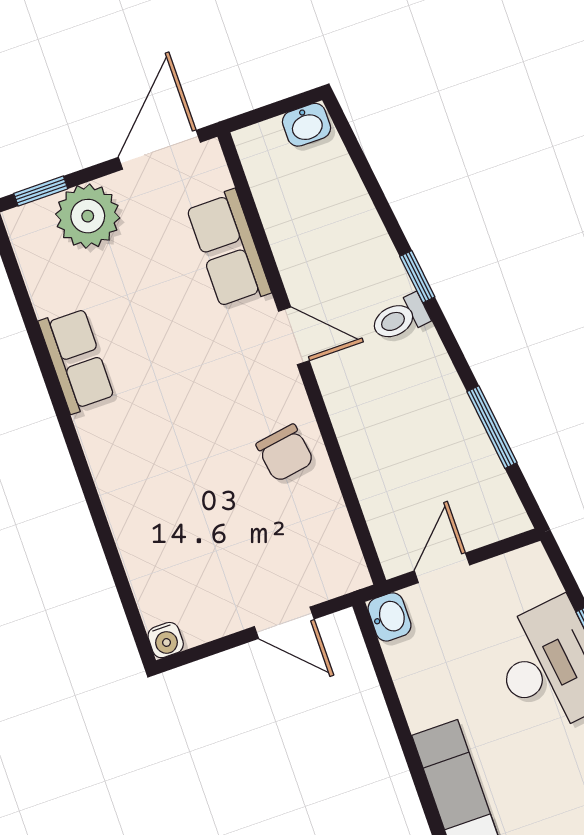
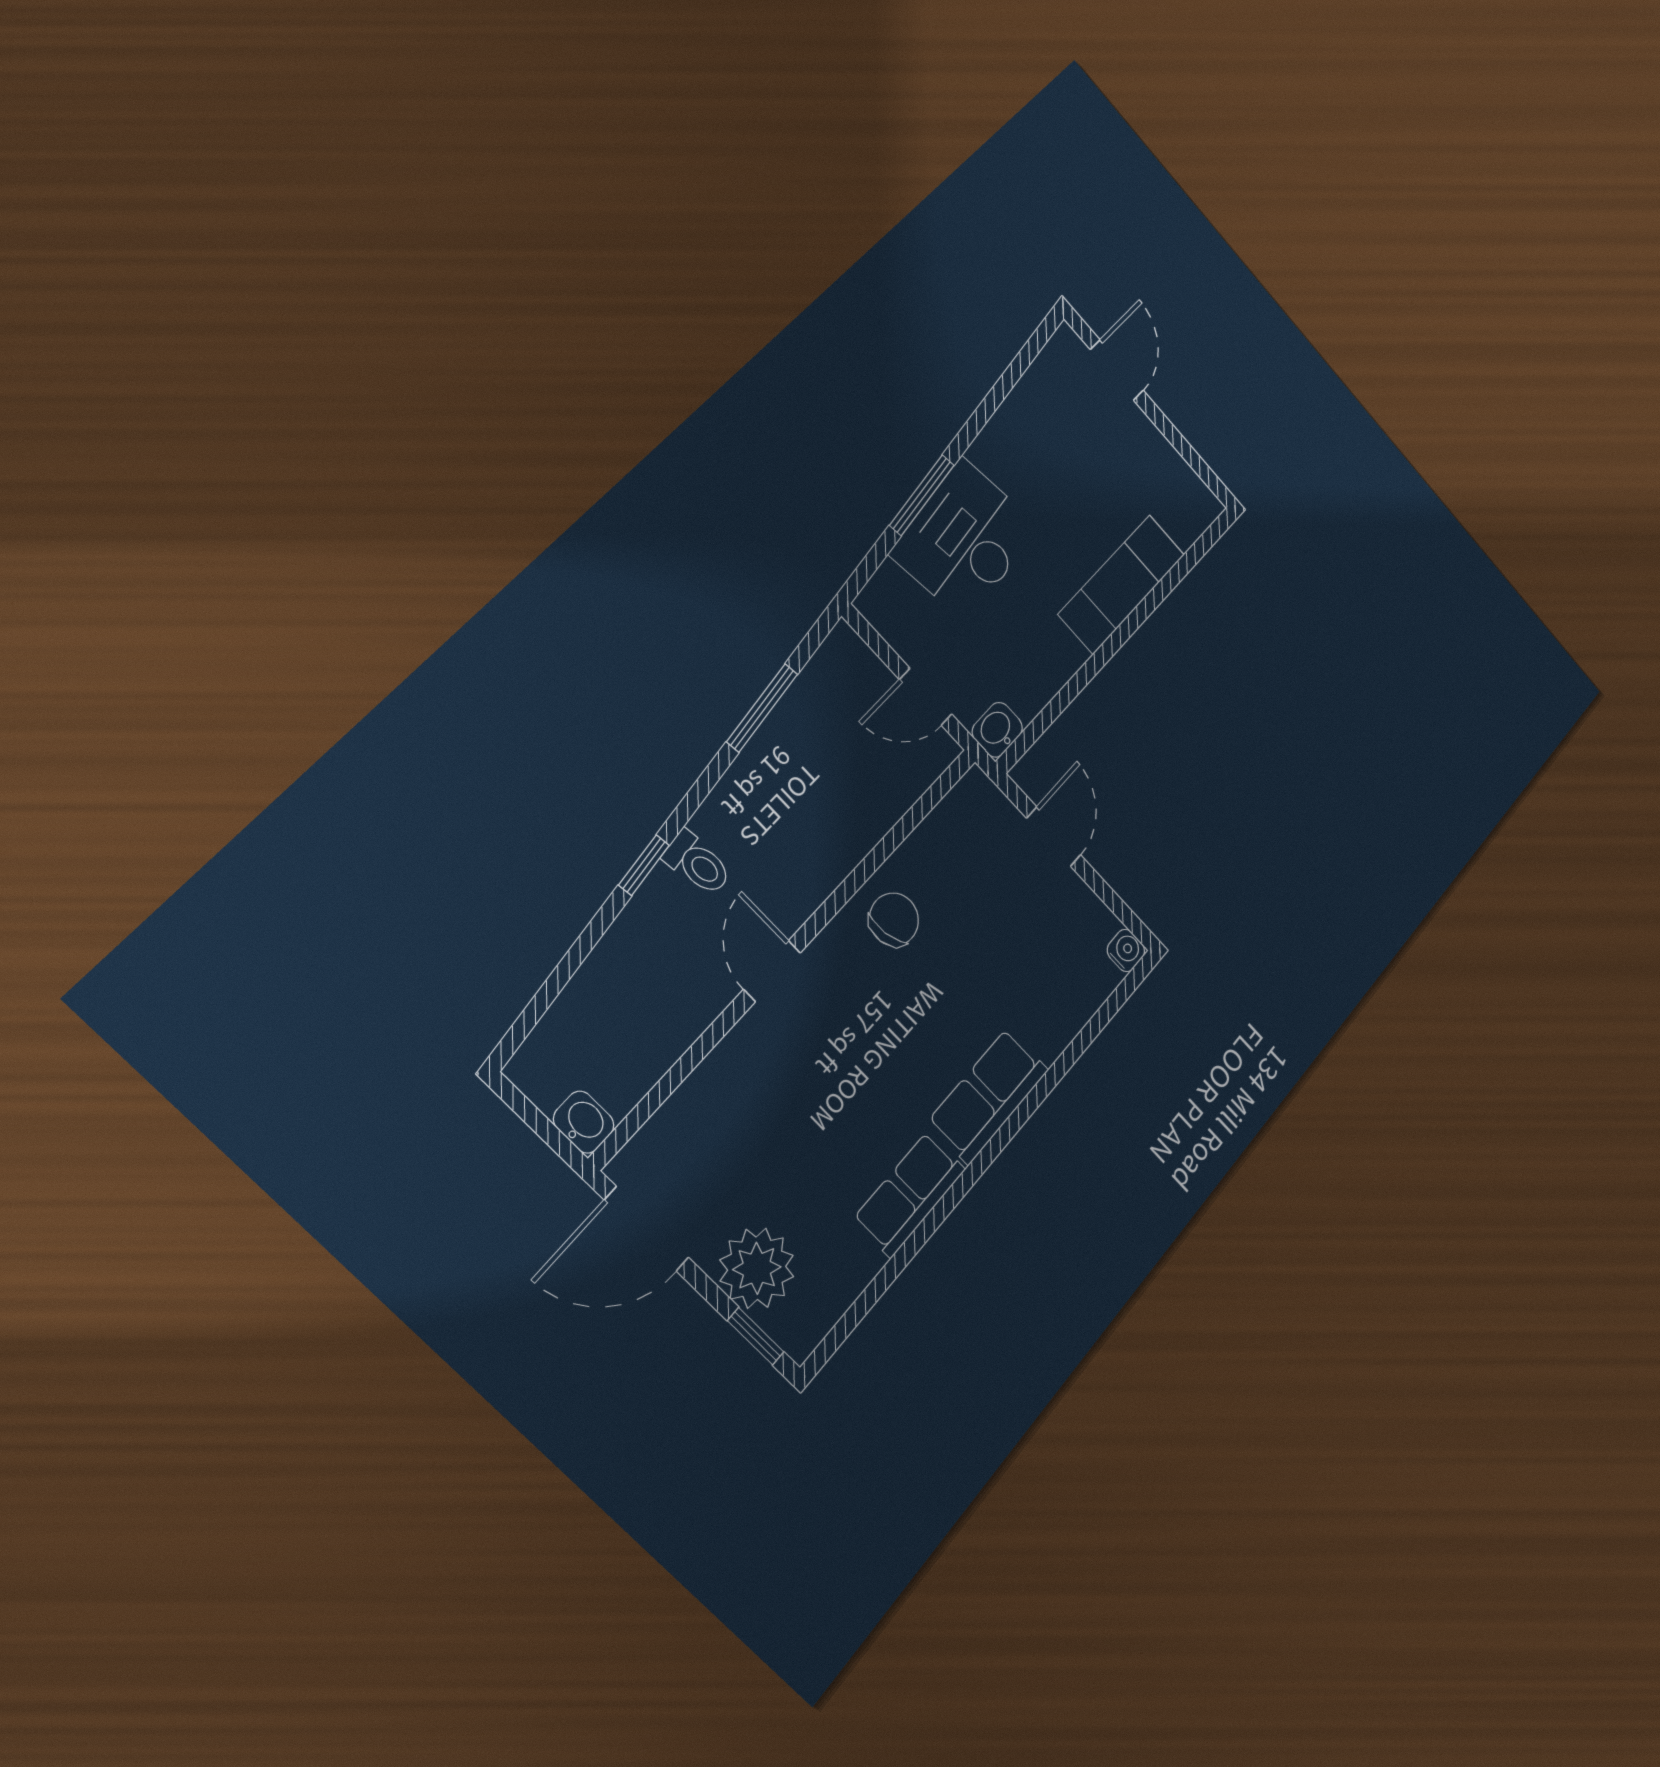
washbasin: (306, 125) -> (584, 1122), moved
row of seats: (228, 249) -> (988, 1096), moved, turned 180

